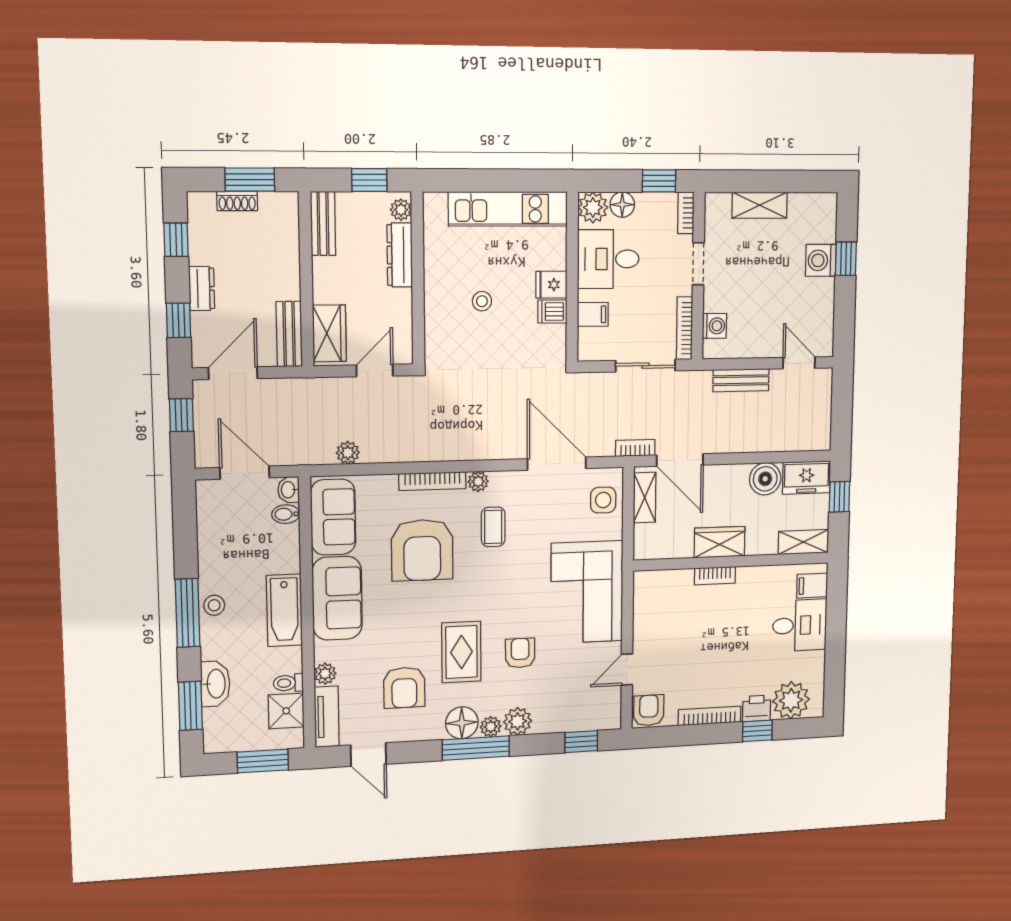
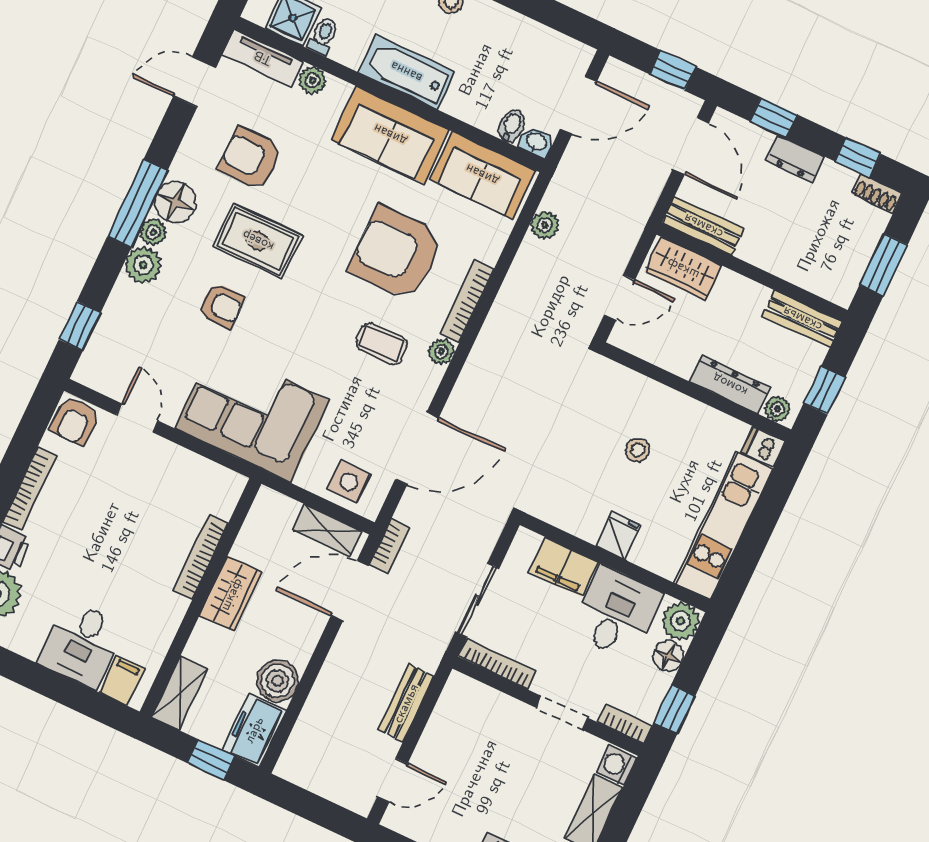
shoe rack: (237, 201) -> (877, 194), moved, turned -90
dishwasher: (552, 312) -> (763, 447), moved, turned -90
filing cabinet: (593, 314) -> (563, 567), width x2.00
washing machine: (714, 326) -> (616, 765), moved, turned 90
door: (375, 371) -> (620, 297), hinge flipped
bookcase: (715, 576) -> (201, 557), width x1.56
armchair: (649, 710) -> (75, 421), turned 90

